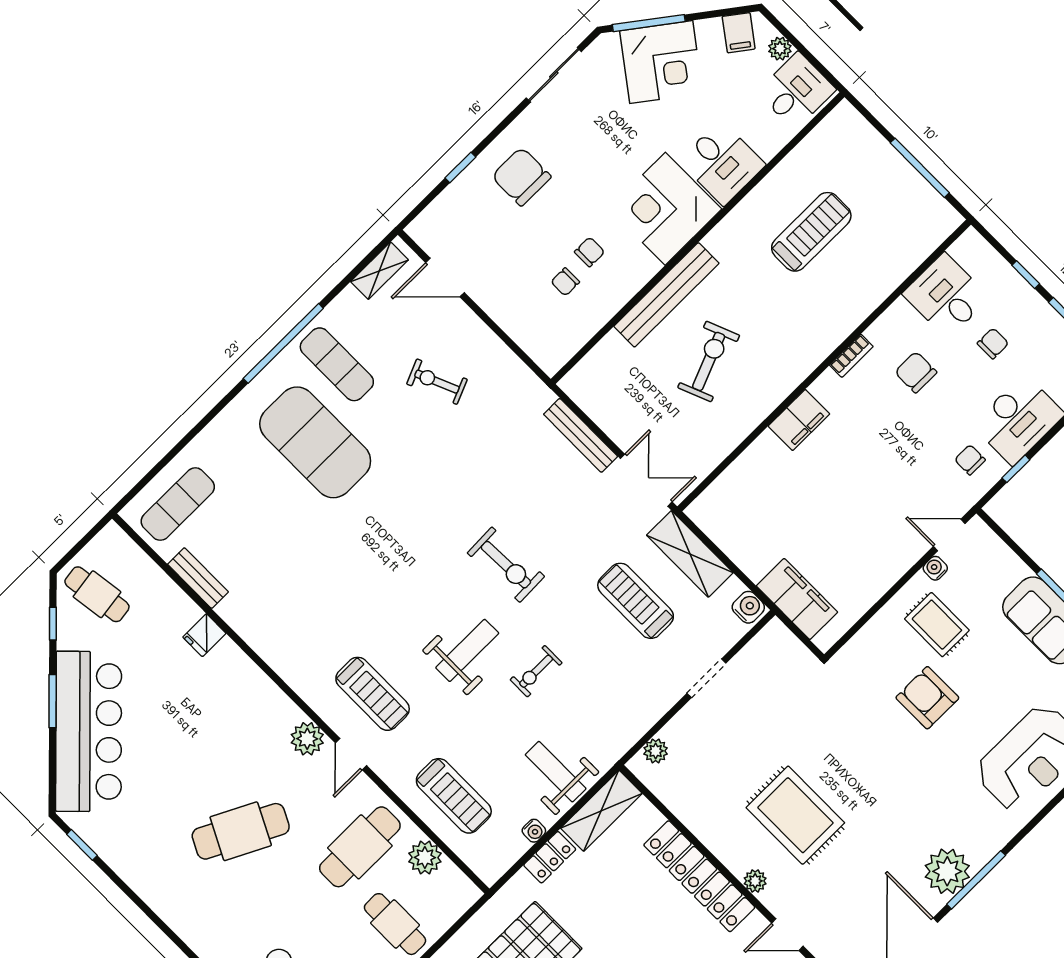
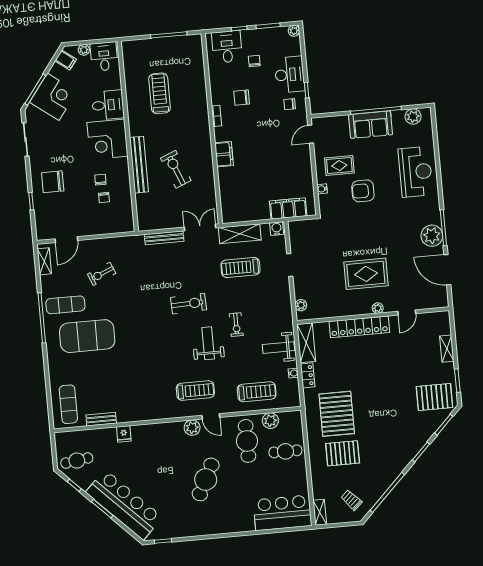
desk: (946, 296) -> (227, 47), moved, turned 90
water cooler: (935, 568) -> (322, 189), moved

